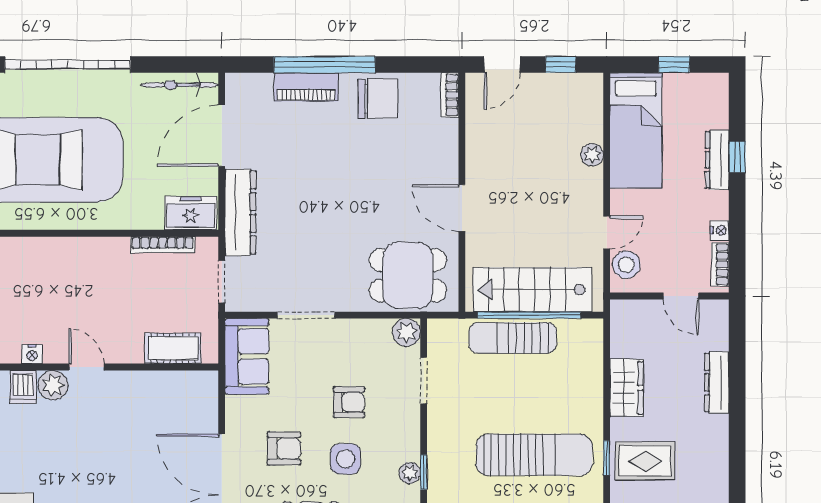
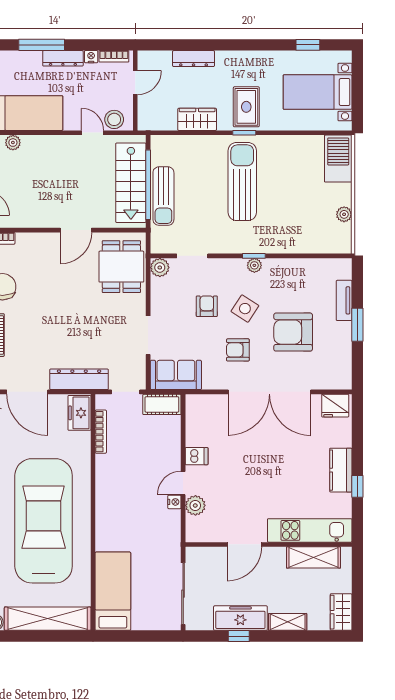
plant: (592, 155) -> (13, 143), moved
window: (737, 157) -> (42, 45), width x2.17
dresser: (717, 160) -> (63, 58), moved
cot: (173, 348) -> (162, 404), moved, turned 90
nightstand: (32, 354) -> (174, 502), moved
dishwasher: (23, 387) -> (197, 456), moved
armchair: (284, 448) -> (238, 350), turned -90
side table: (346, 459) -> (245, 309), turned 33

